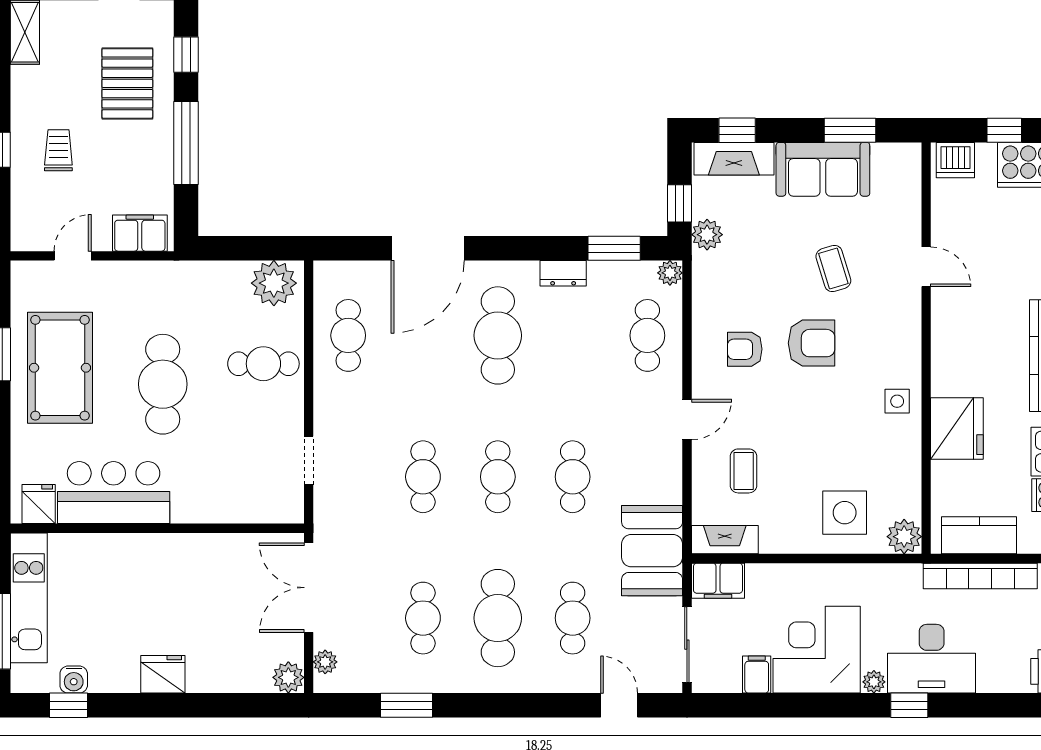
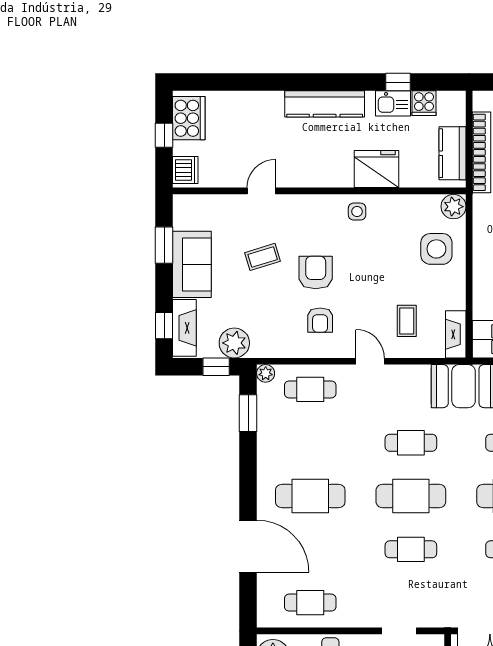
plant: (707, 235) -> (234, 343), width x1.36, depth x1.36
dresser: (563, 273) -> (266, 449), removed
coffee table: (744, 471) -> (407, 321), turned 90
cafe table: (498, 477) -> (411, 496), width x1.37, depth x1.35

